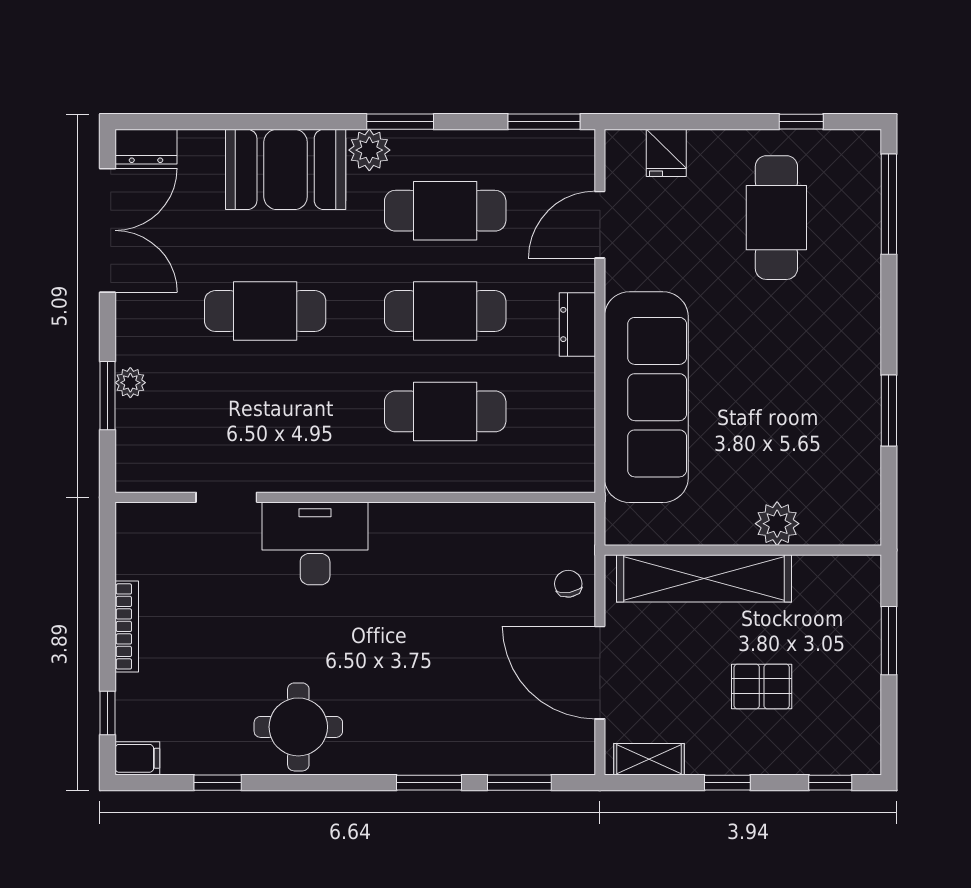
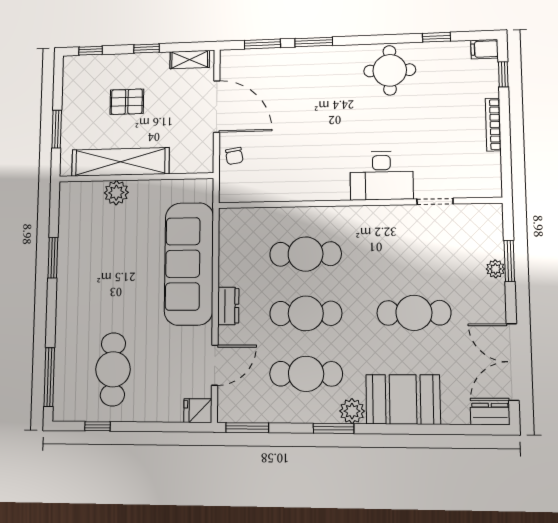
fridge: (666, 153) -> (198, 411), moved, turned -90
shelving: (704, 578) -> (120, 162), moved

